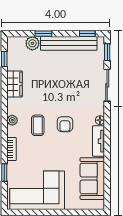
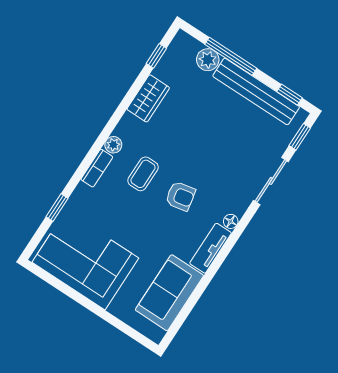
window: (43, 34) -> (231, 56), width x2.17
armchair: (65, 124) -> (180, 196), turned -101
bookcase: (12, 149) -> (97, 168), moved

